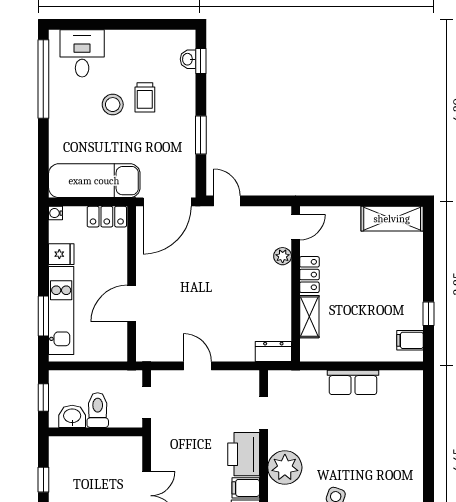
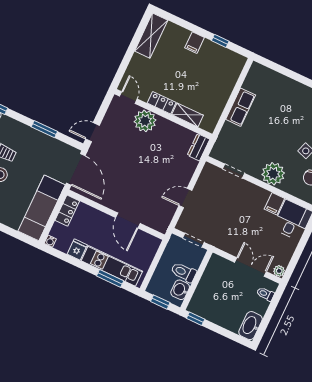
plant: (283, 256) -> (145, 121), width x1.88, depth x1.88
filing cabinet: (410, 340) -> (195, 43), moved
printer: (244, 454) -> (253, 195), removed
window: (43, 480) -> (196, 319), moved

